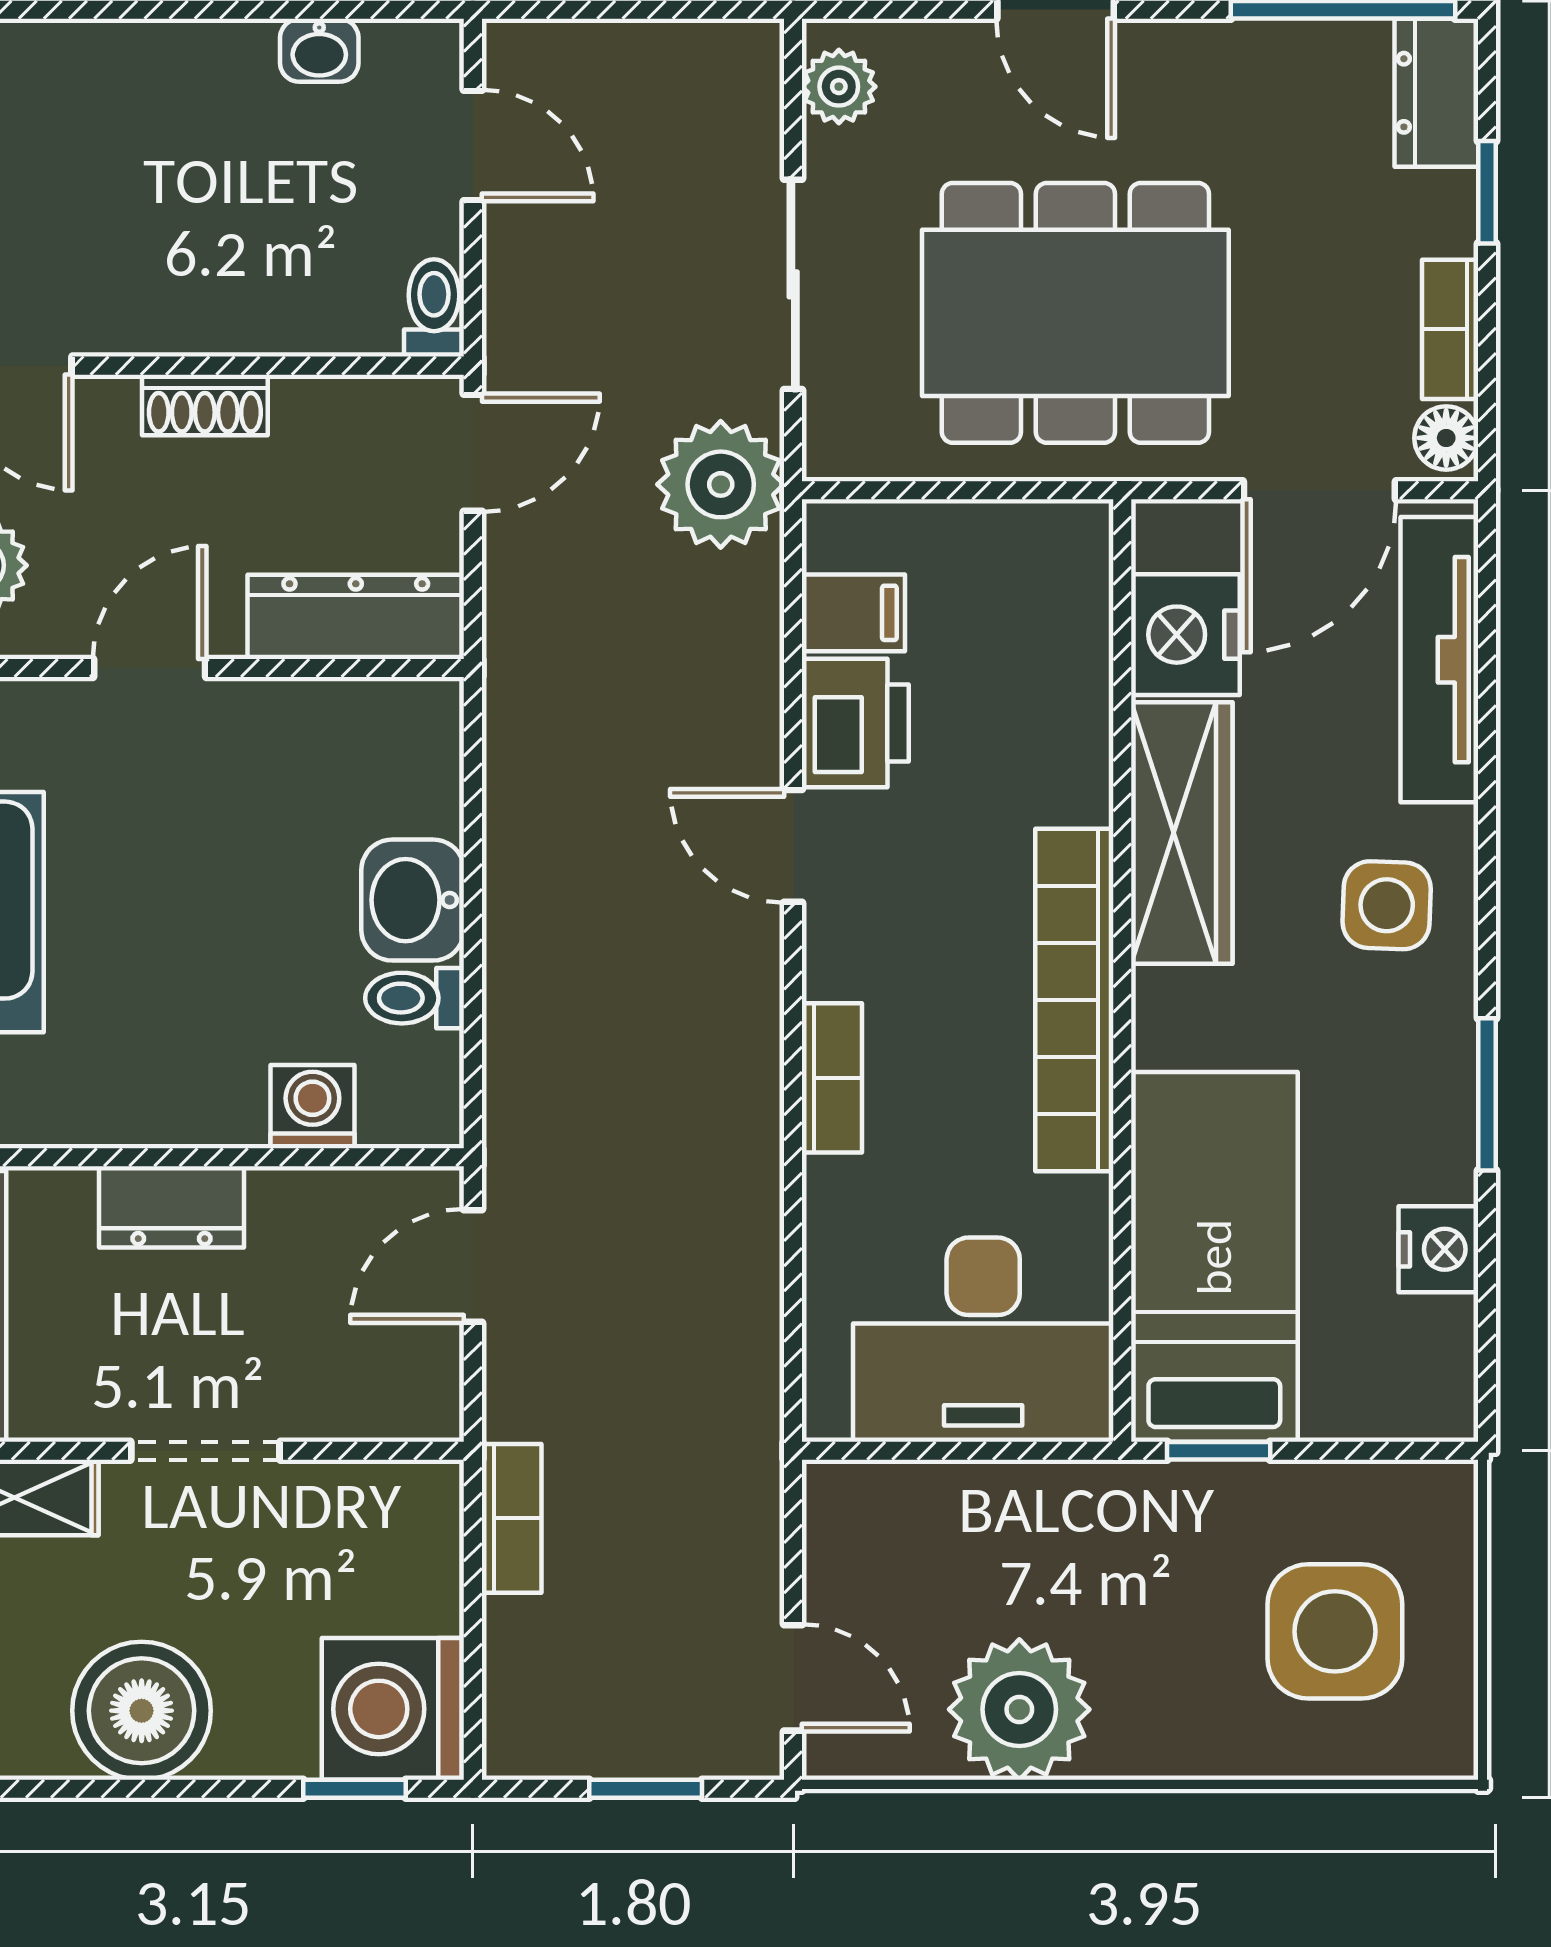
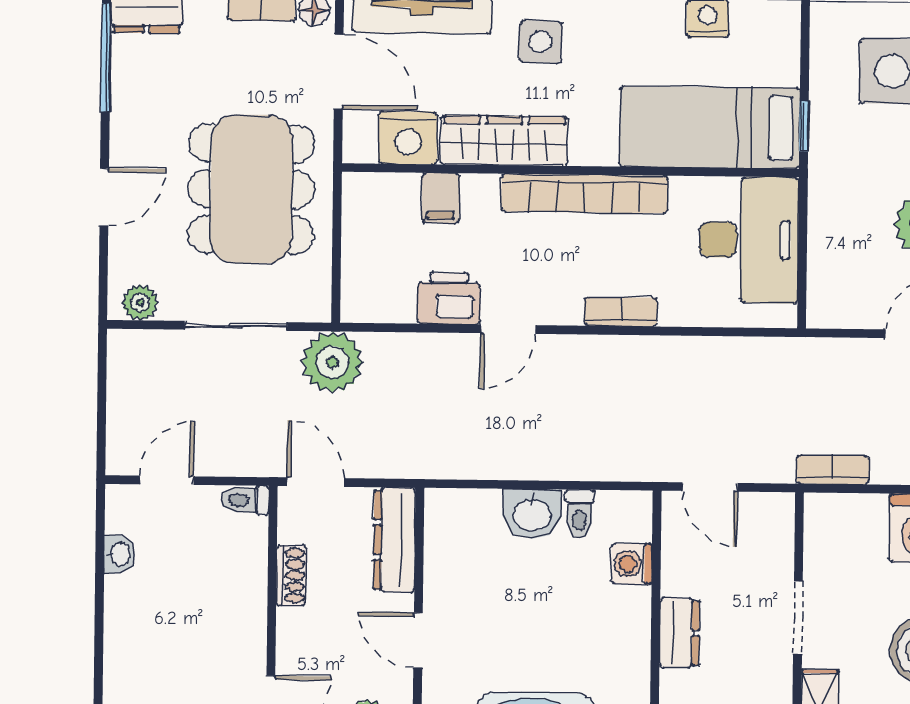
shoe rack: (205, 405) -> (291, 575), moved
filing cabinet: (853, 613) -> (441, 198), moved, turned 180

